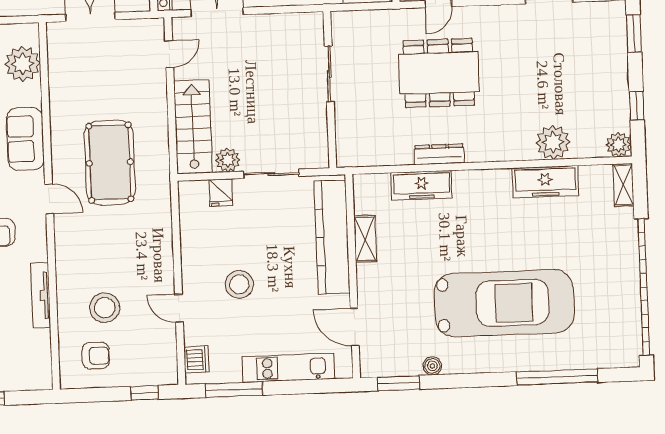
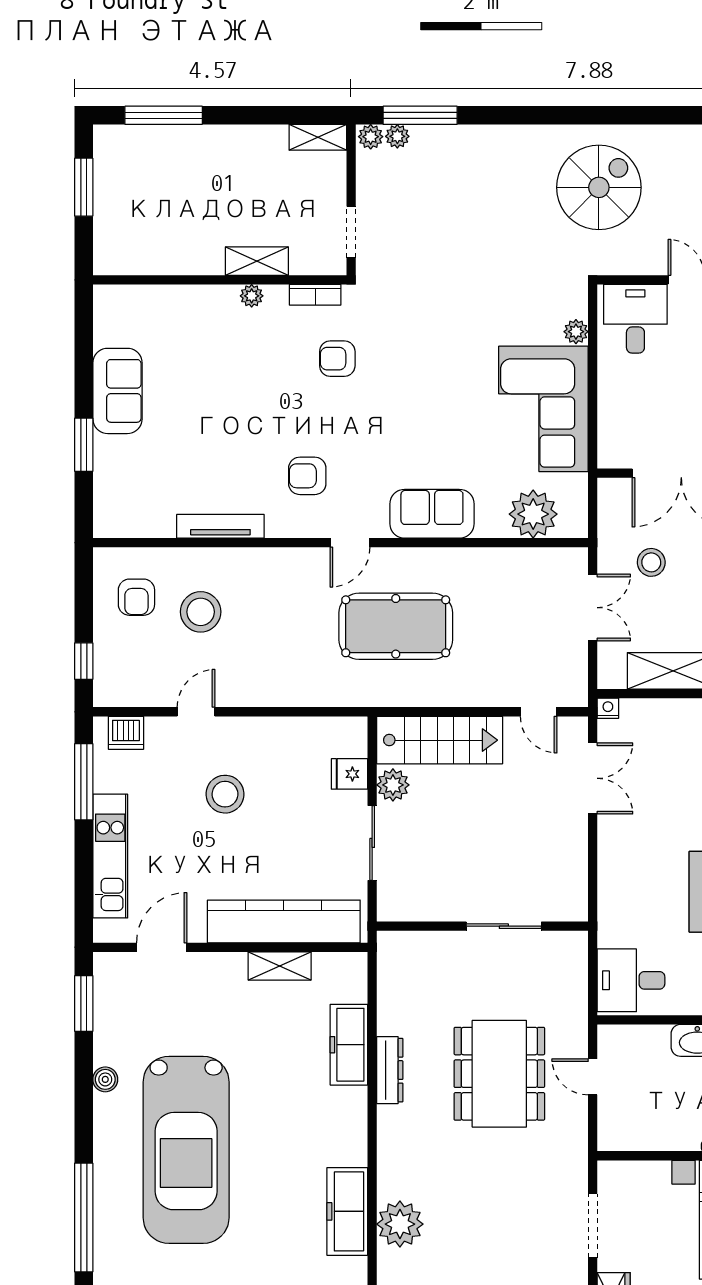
boiler: (432, 366) -> (105, 1079), moved

